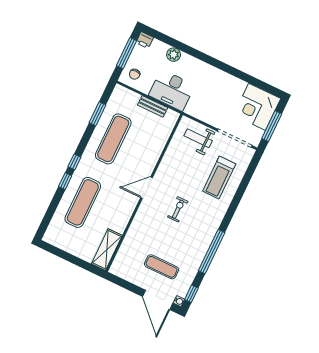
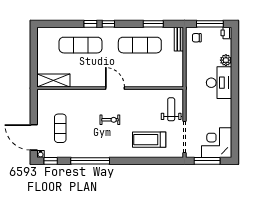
desk: (172, 90) -> (219, 83), moved, turned 180
bench: (153, 106) -> (179, 39), moved
door: (158, 300) -> (34, 137), hinge flipped

